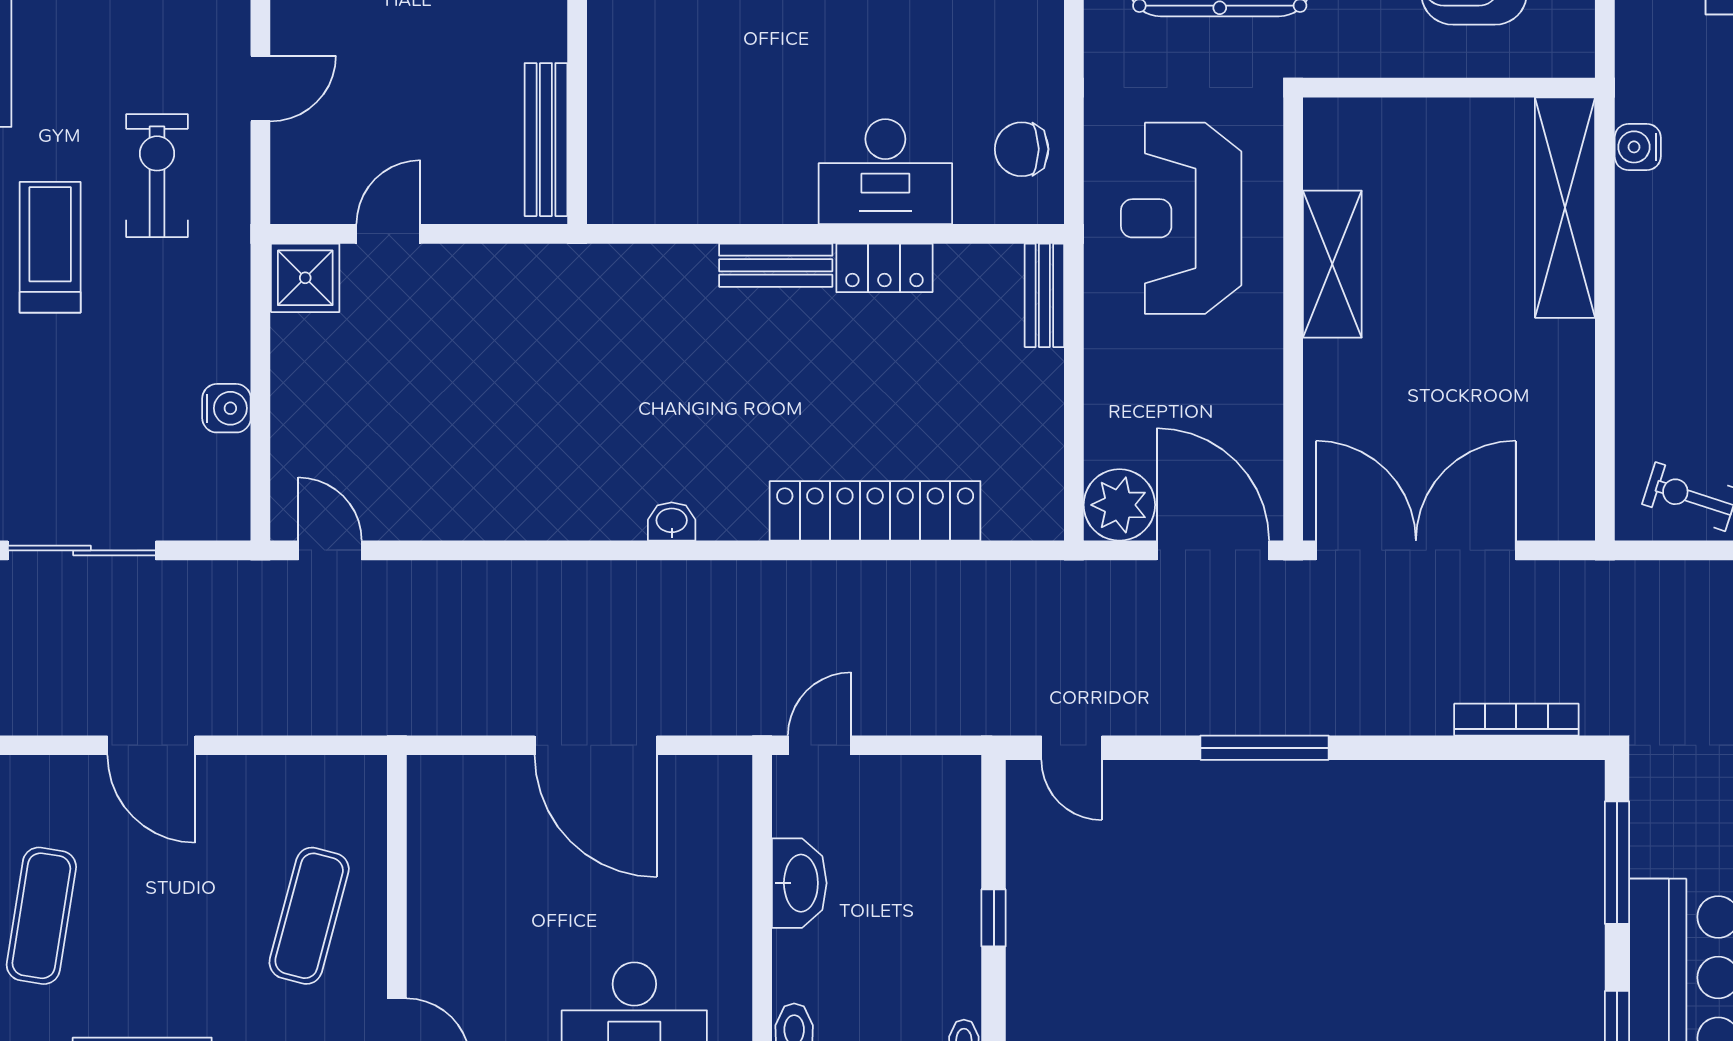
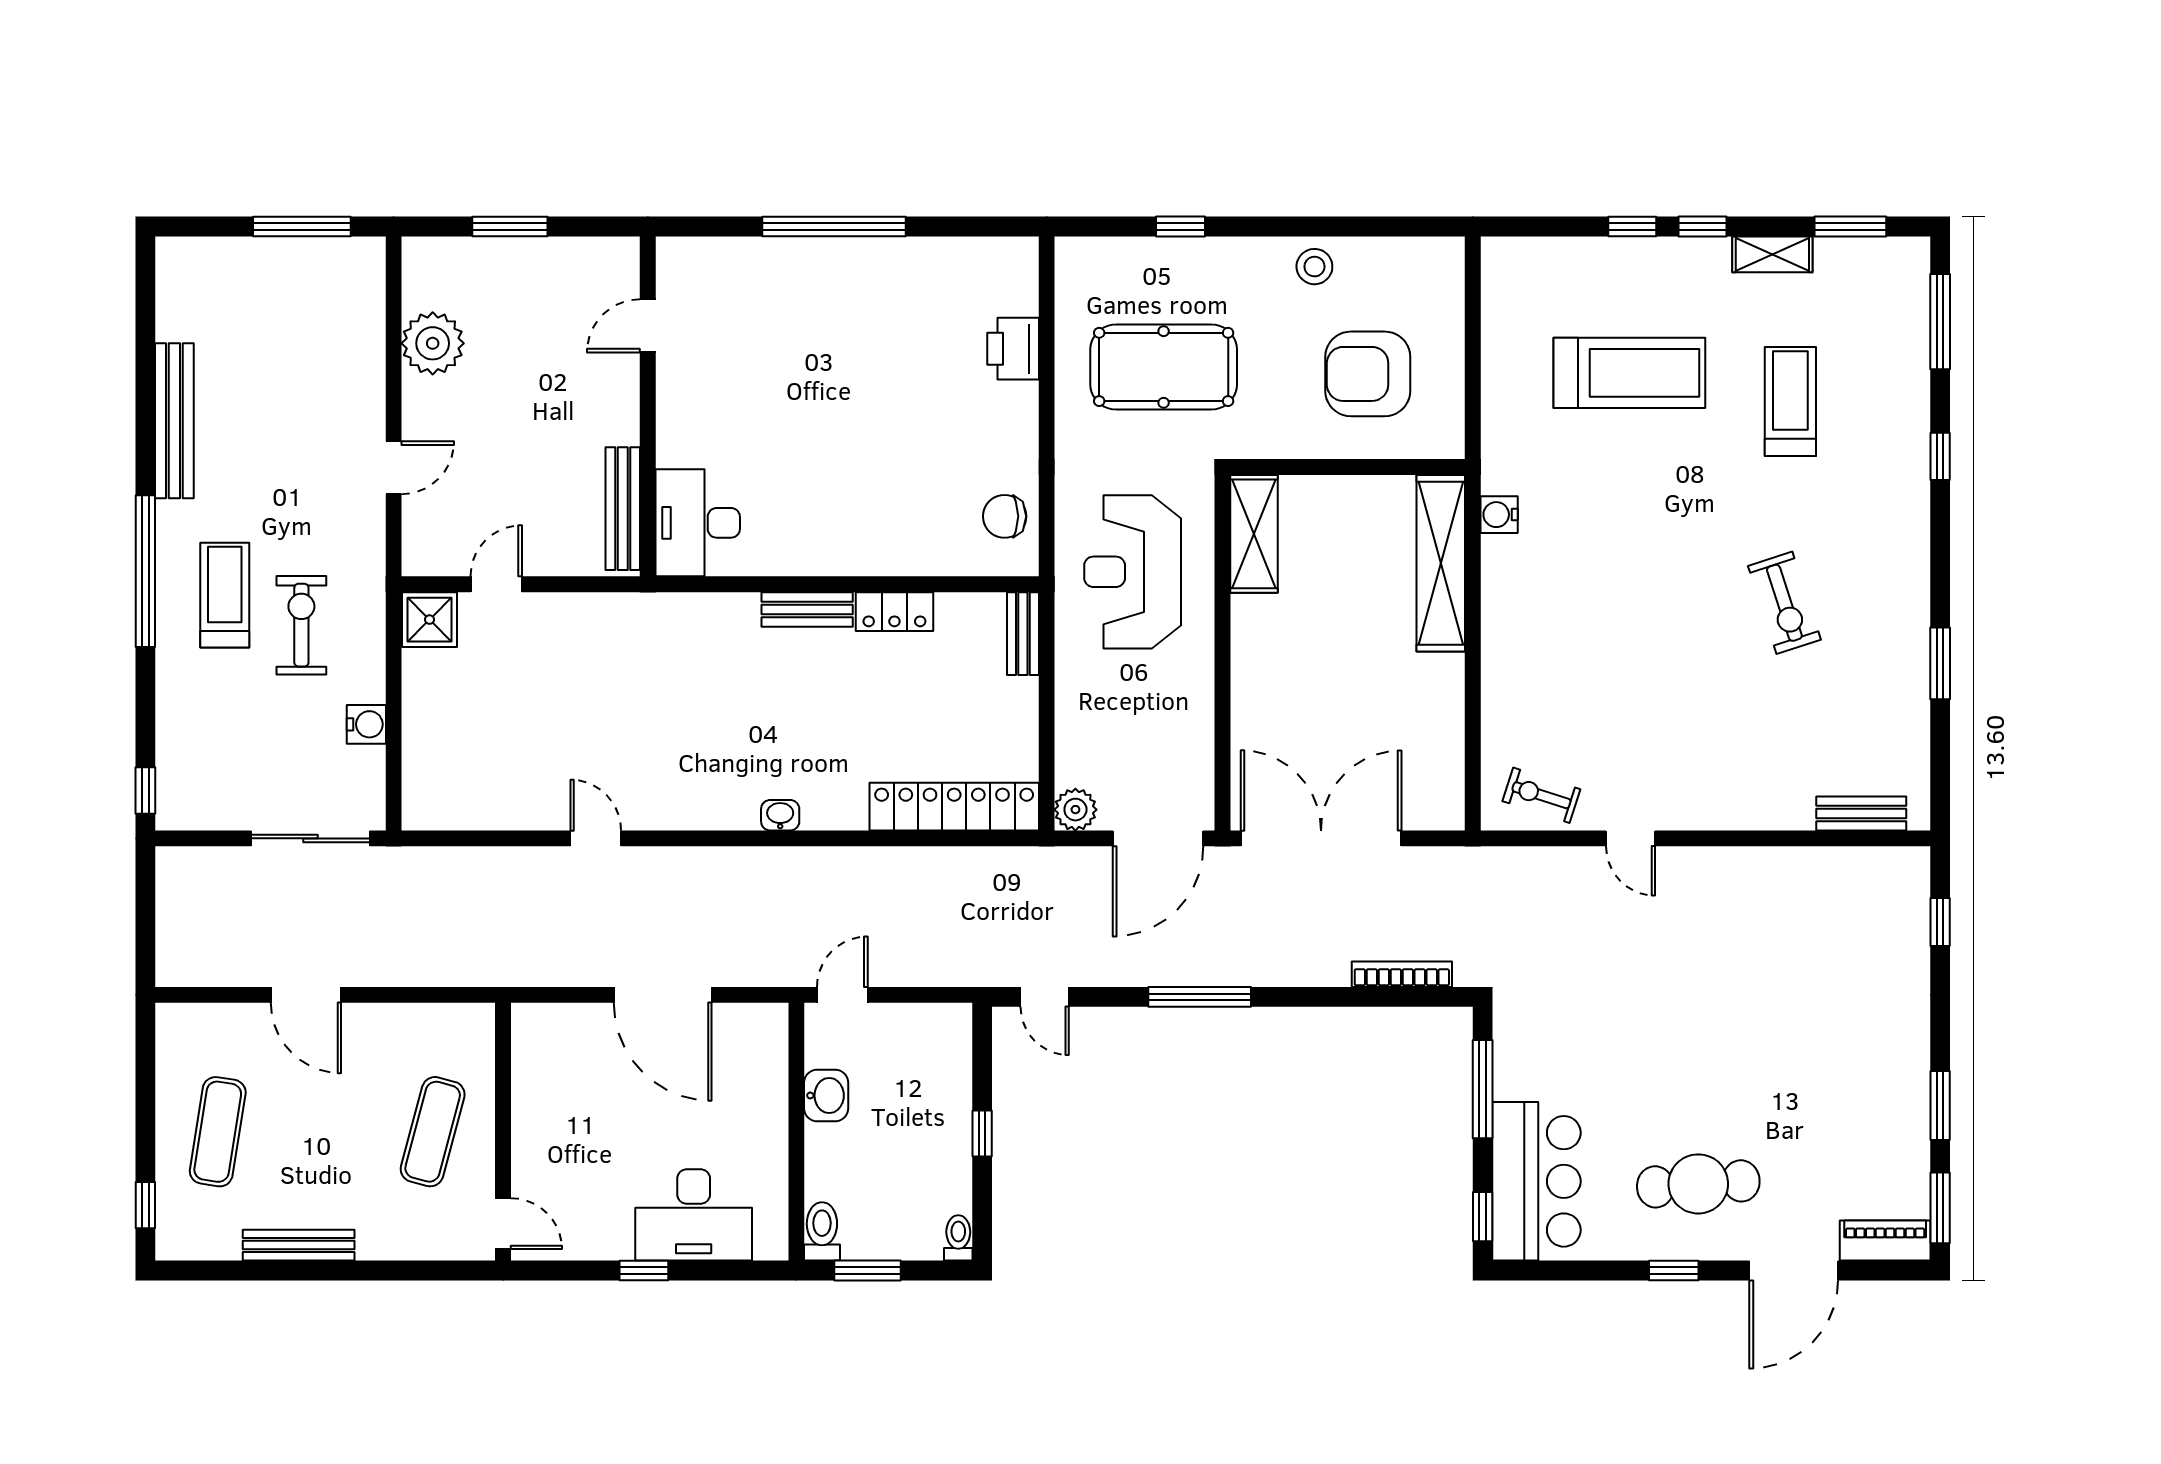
desk: (885, 172) -> (698, 523), moved, turned 90
exercise bike: (157, 176) -> (301, 625), moved
shelving: (1332, 264) -> (1254, 534), moved
plant: (1119, 505) -> (1075, 810), width x0.73, depth x0.73
locker: (875, 511) -> (954, 807), moved
washbasin: (672, 521) -> (780, 815), moved
sliding door: (82, 550) -> (310, 838), moved
door: (330, 550) -> (596, 838), moved
door: (1213, 550) -> (1158, 838), swing flipped
washbasin: (799, 883) -> (826, 1095), width x0.72

